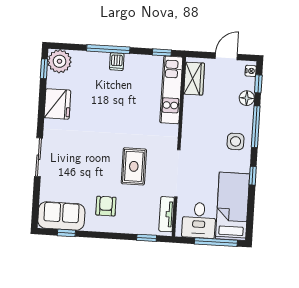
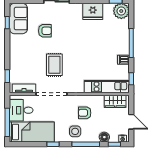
dishwasher: (117, 62) -> (123, 60), moved
armchair: (209, 125) -> (85, 113), added
rug: (134, 166) -> (54, 65), turned 90
armchair: (106, 206) -> (45, 31), moved

